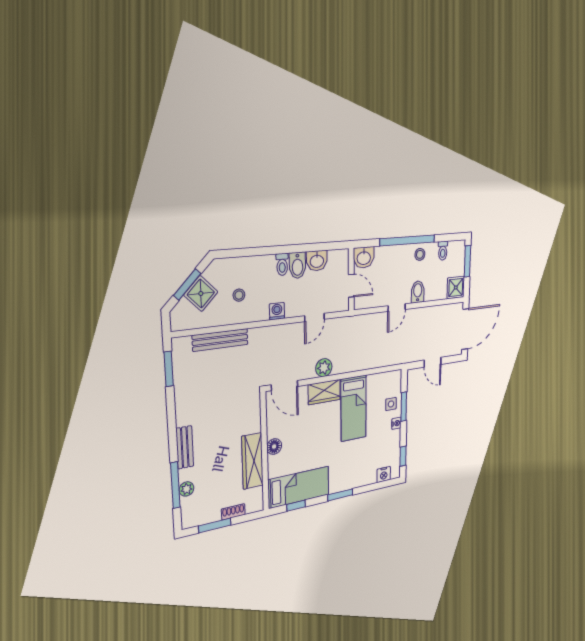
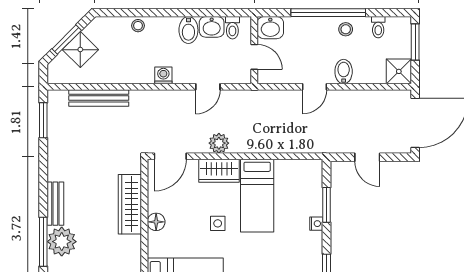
toilet: (282, 264) -> (232, 28), moved
stool: (239, 295) -> (138, 26), moved
door: (284, 386) -> (170, 156), hinge flipped
side table: (391, 404) -> (218, 223), moved
wardrobe: (252, 461) -> (130, 204), moved
plant: (186, 489) -> (62, 242), width x1.88, depth x1.88

